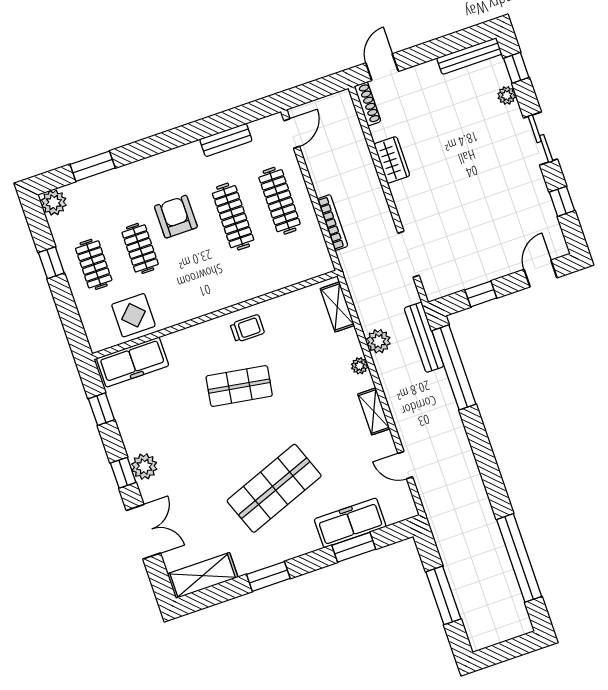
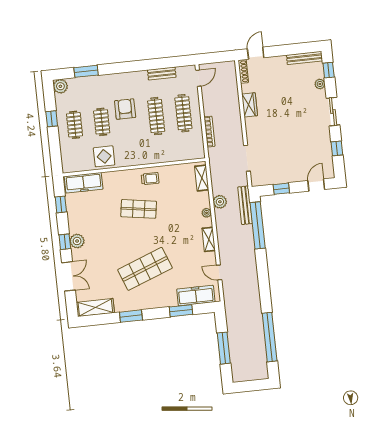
display table: (133, 315) -> (104, 156), moved
freezer: (350, 523) -> (196, 296), moved

